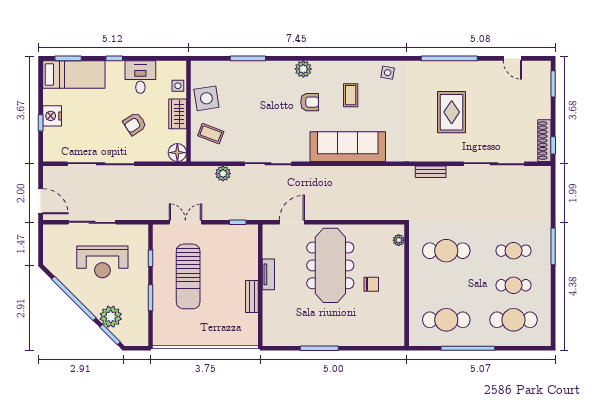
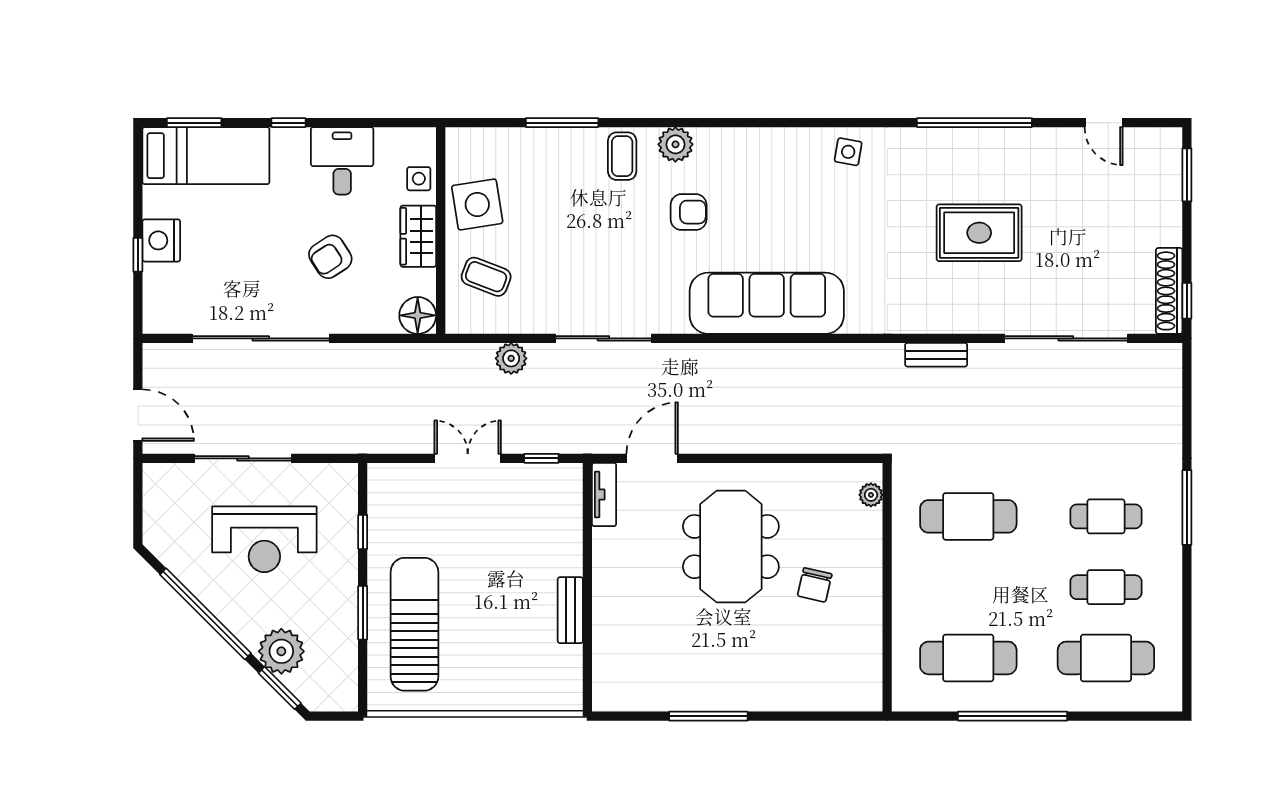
coffee table: (351, 95) -> (622, 156), moved
rug: (452, 112) -> (979, 233), turned 90
double door: (185, 222) -> (468, 458), moved
meeting table: (330, 265) -> (731, 547), width x0.73
tv unit: (268, 274) -> (604, 494), moved
sun lounger: (188, 276) -> (414, 624), moved, turned 180
chair: (371, 284) -> (815, 585), turned 103

